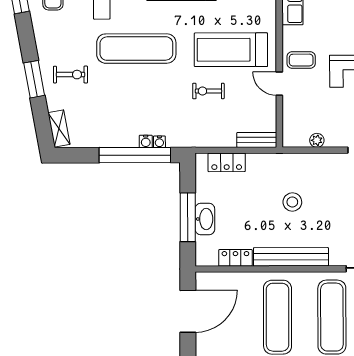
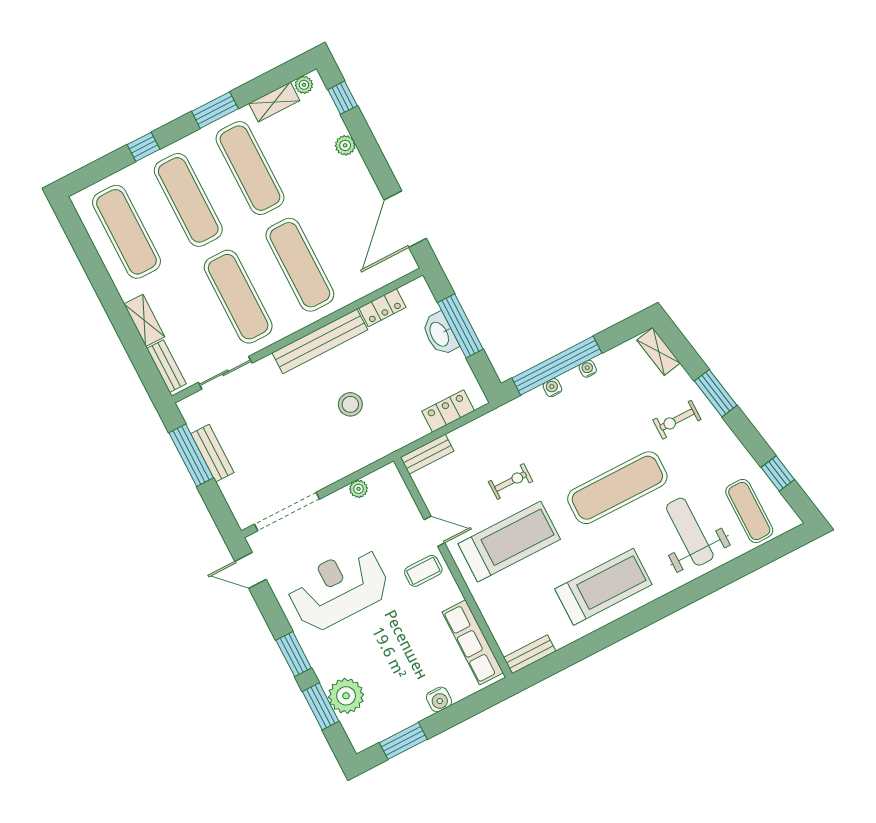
water cooler: (159, 142) -> (588, 369), moved

